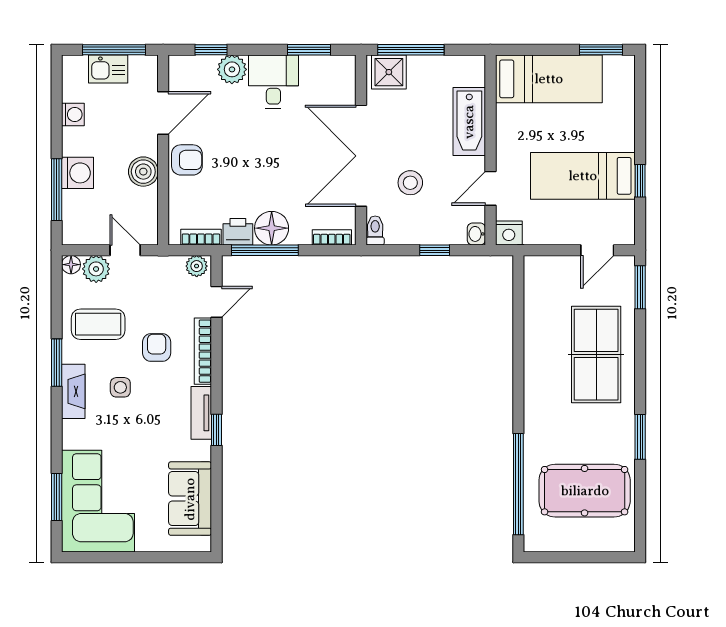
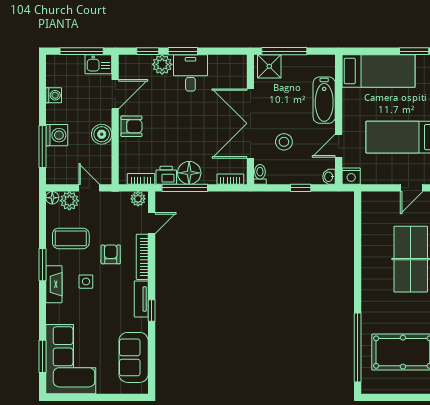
window: (309, 50) -> (183, 51), moved
kitchen sink: (108, 69) -> (98, 64), moved

